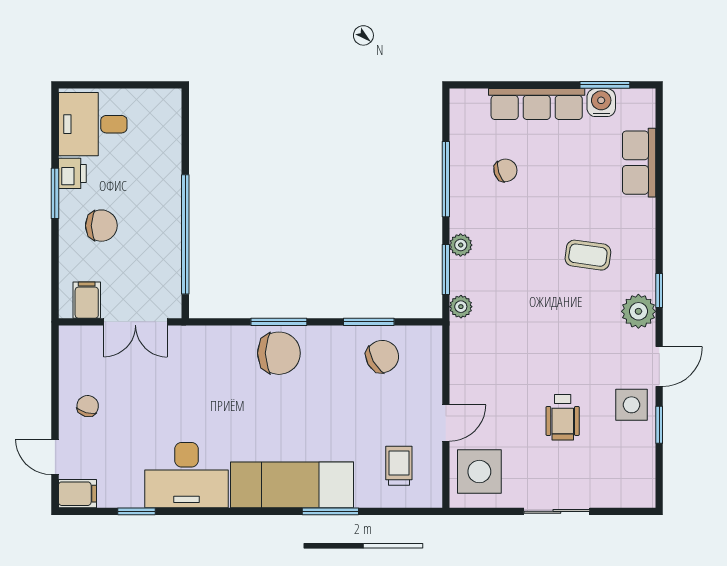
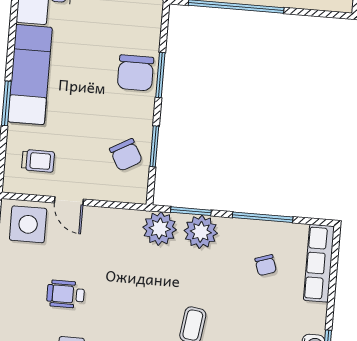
row of seats: (537, 104) -> (319, 263), moved
plant: (461, 245) -> (201, 232), width x1.88, depth x1.88
plant: (461, 307) -> (160, 229), width x1.88, depth x1.88

